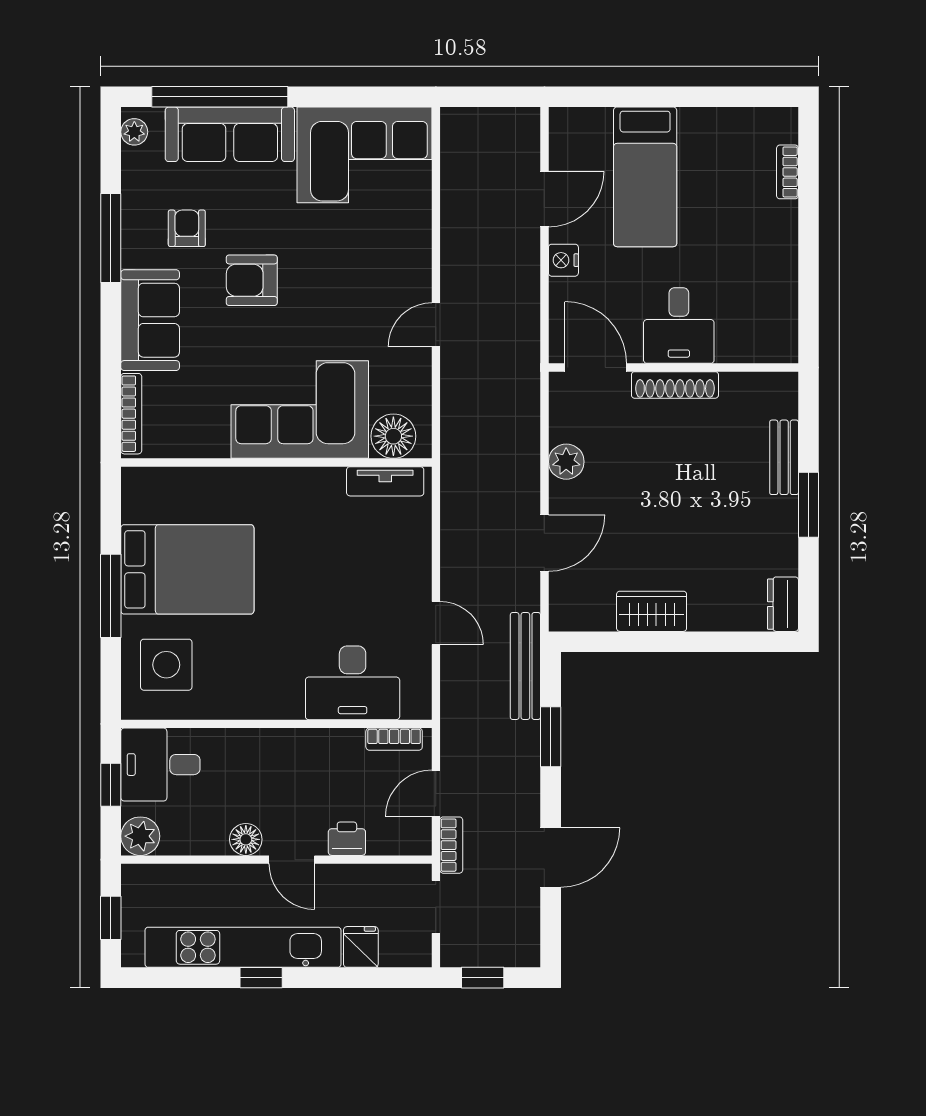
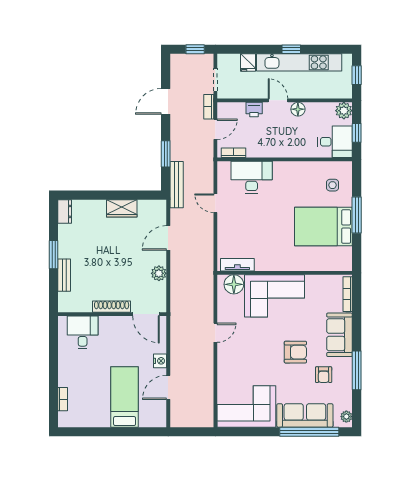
desk: (679, 326) -> (83, 332), moved
side table: (166, 665) -> (333, 185), width x0.54, depth x0.54

